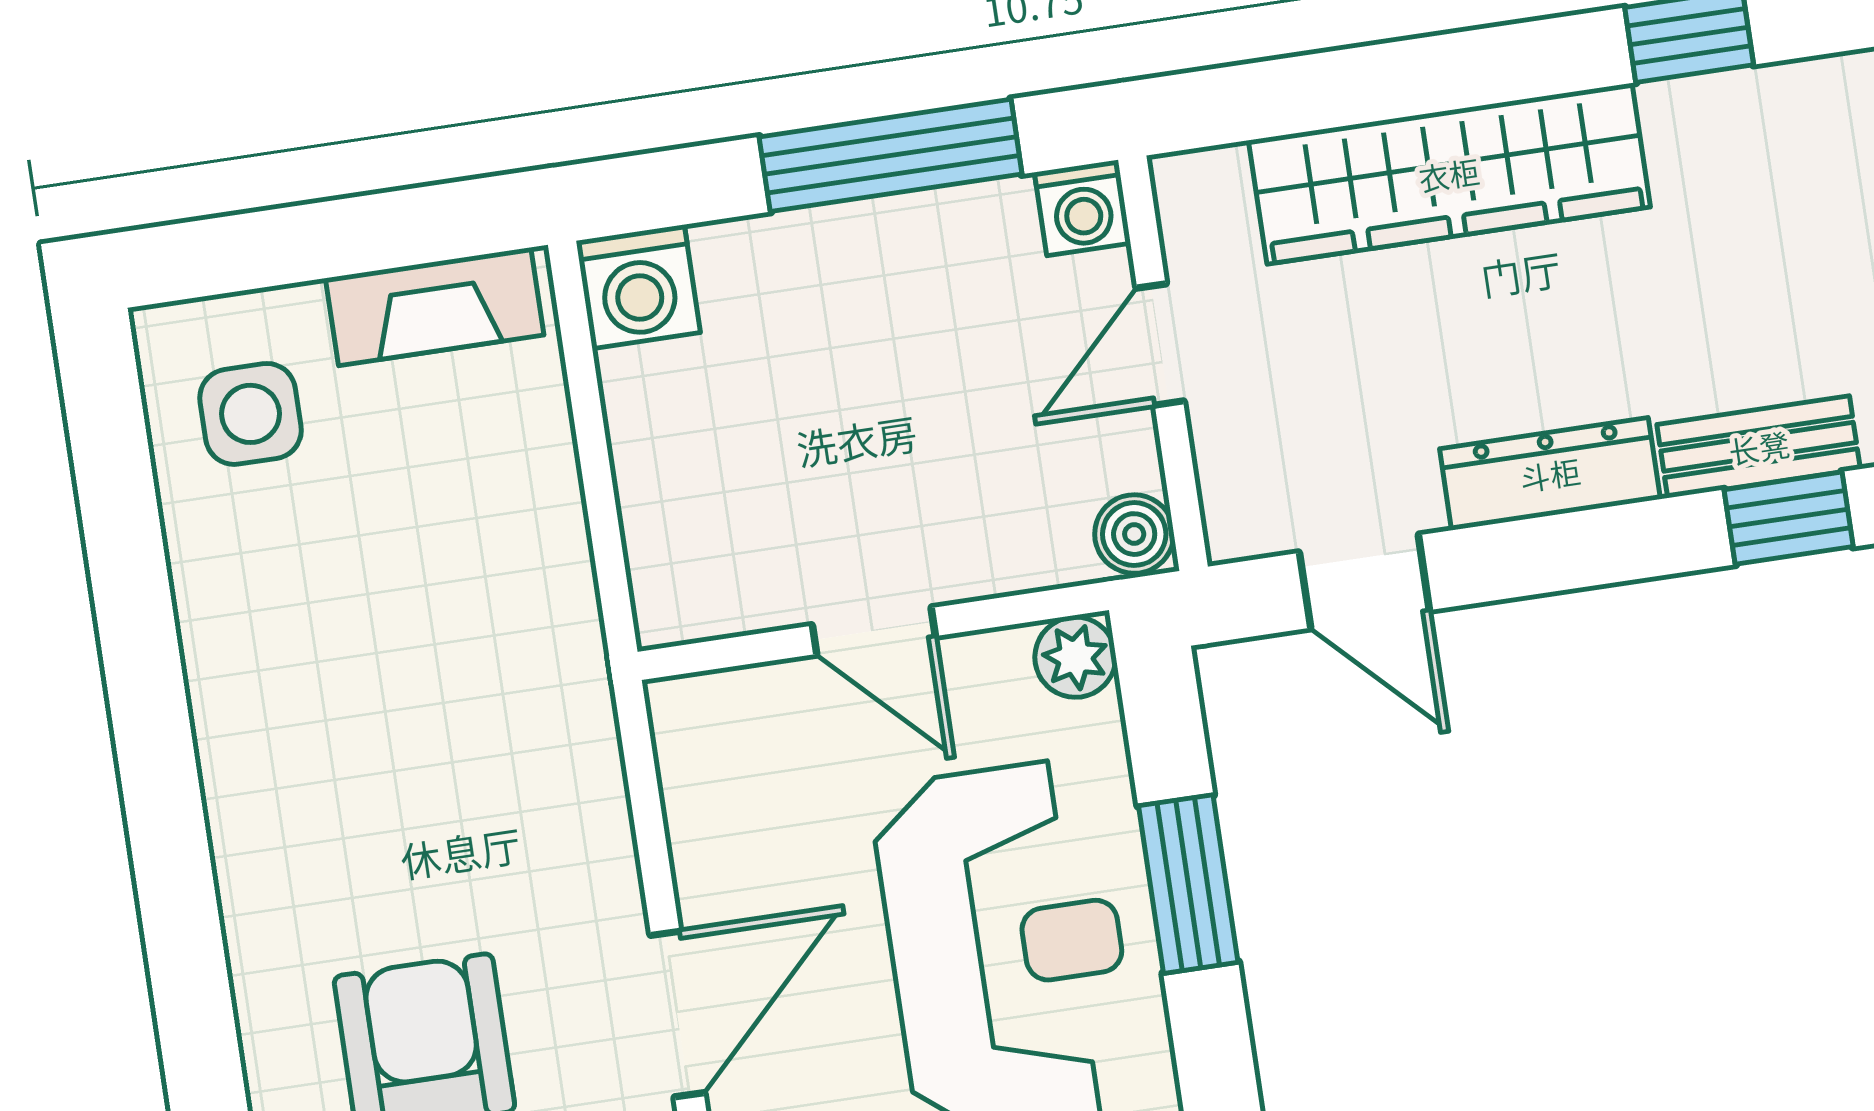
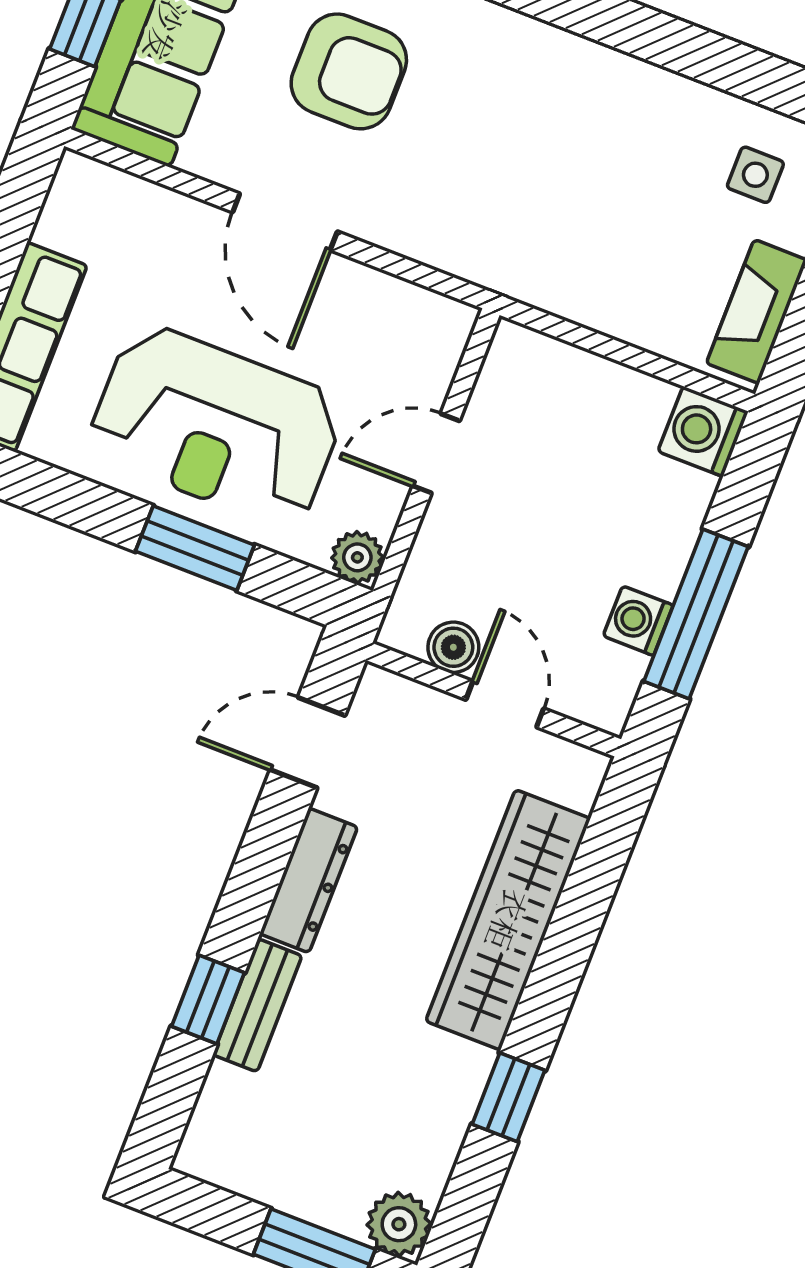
washing machine: (1083, 208) -> (638, 621), moved
side table: (251, 414) -> (755, 175), width x0.73, depth x0.73
boiler: (1134, 534) -> (453, 647), moved

